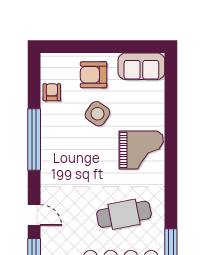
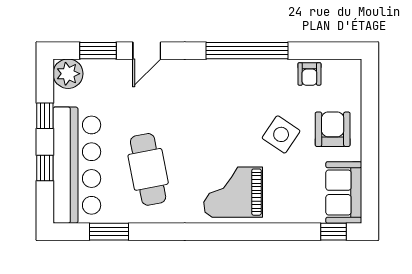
window: (171, 74) -> (333, 232), added
armchair: (52, 92) -> (309, 74), turned 90
grand piano: (141, 150) -> (233, 192), turned 90

